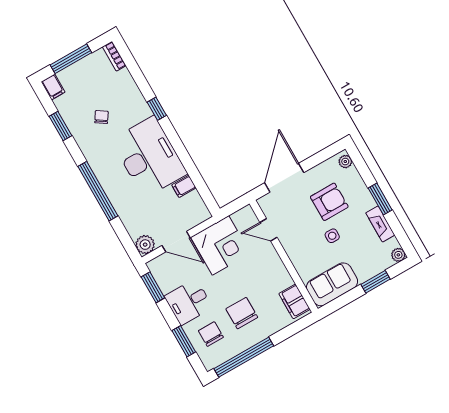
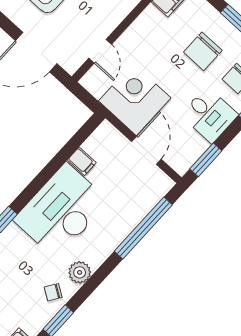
chair: (101, 117) -> (53, 292), moved
window: (98, 191) -> (143, 228), moved
plant: (145, 245) -> (80, 272), moved

